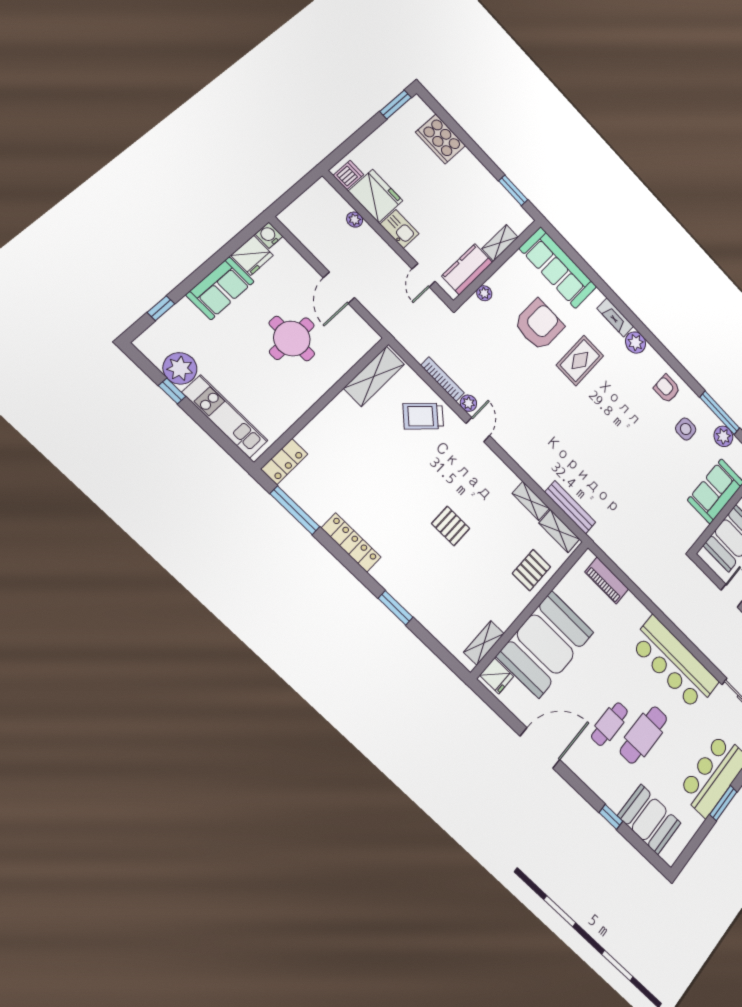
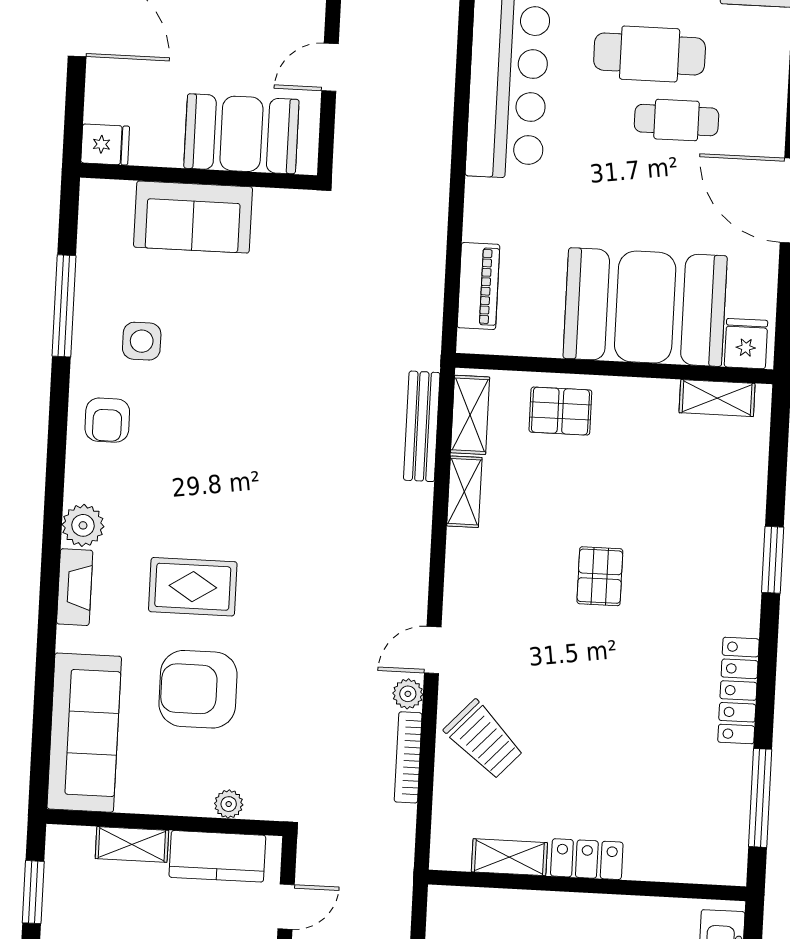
shelving: (374, 376) -> (509, 857), width x0.67, depth x0.75
plant: (723, 436) -> (96, 271), removed
locker: (284, 462) -> (587, 859), moved

